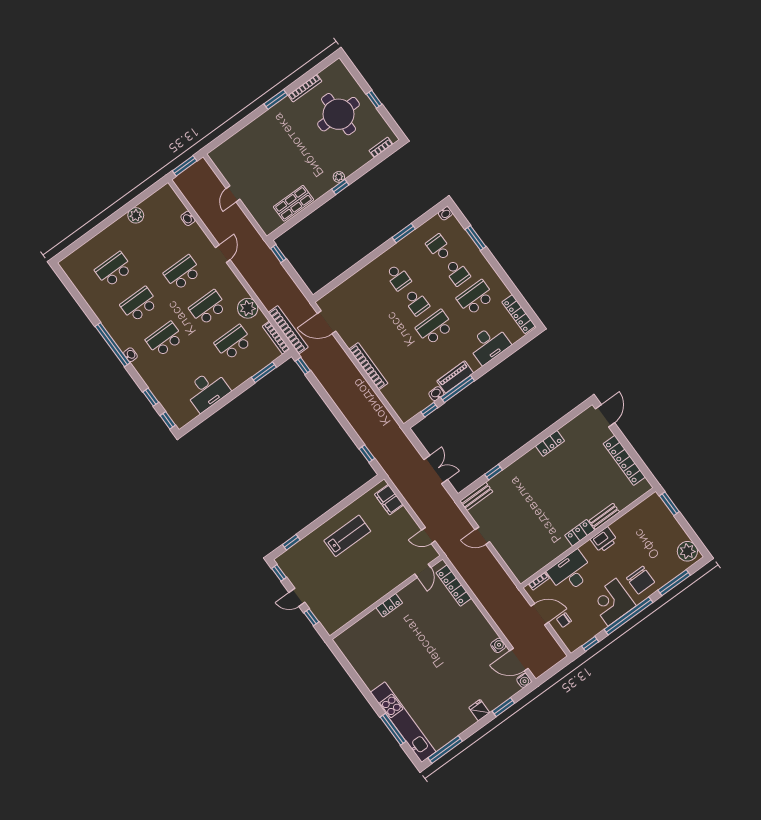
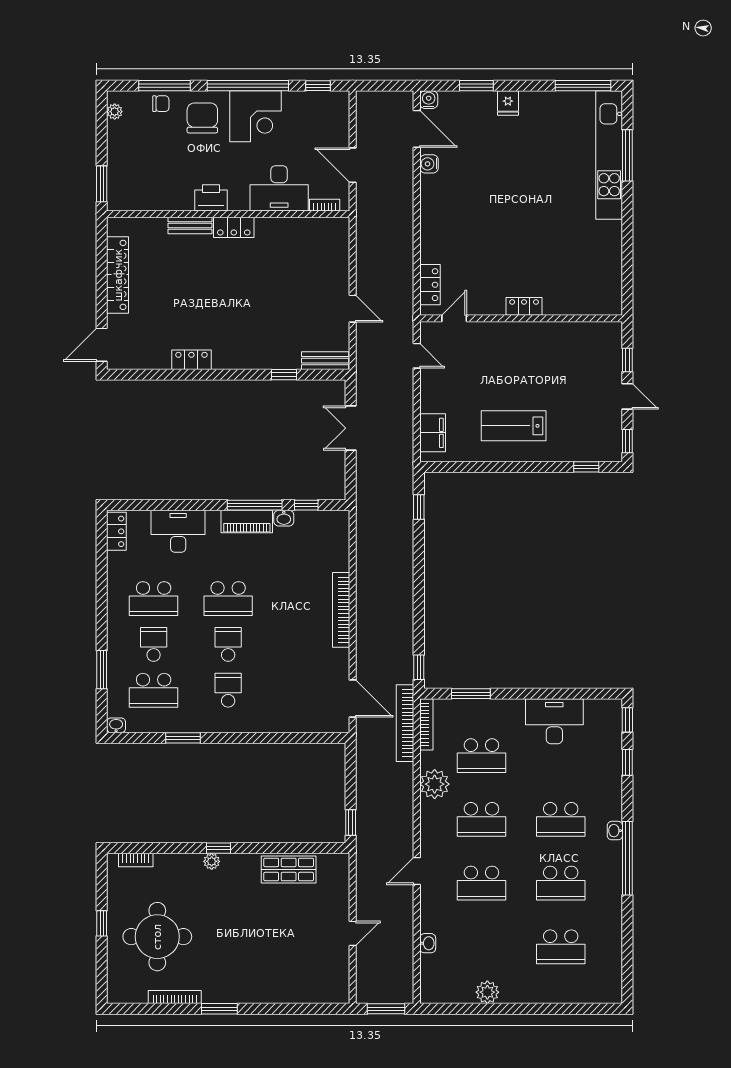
school desk: (439, 247) -> (154, 690), width x1.85
locker: (519, 314) -> (116, 531), width x0.66
plant: (687, 551) -> (115, 112), width x0.53, depth x0.53
locker: (454, 585) -> (430, 285), width x0.66
chair: (564, 620) -> (161, 104), moved

